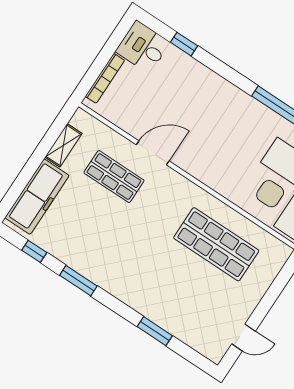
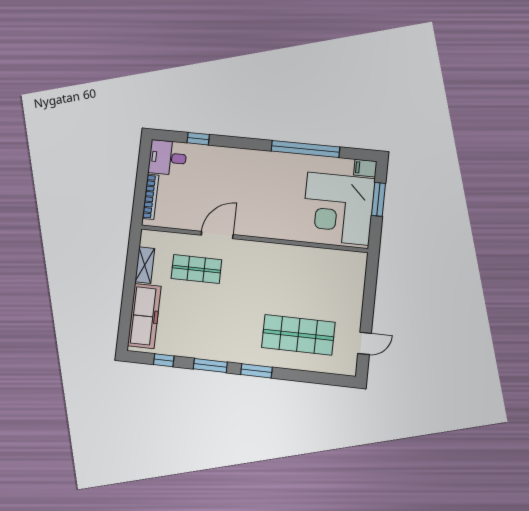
shop shelf: (216, 244) -> (298, 335), moved
window: (155, 331) -> (256, 371), moved

